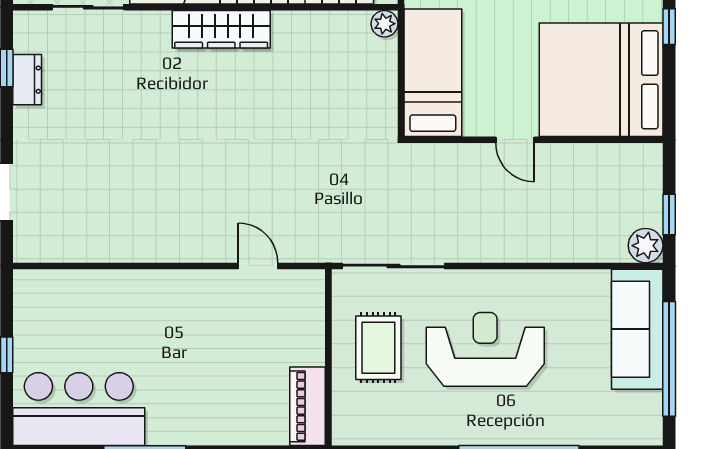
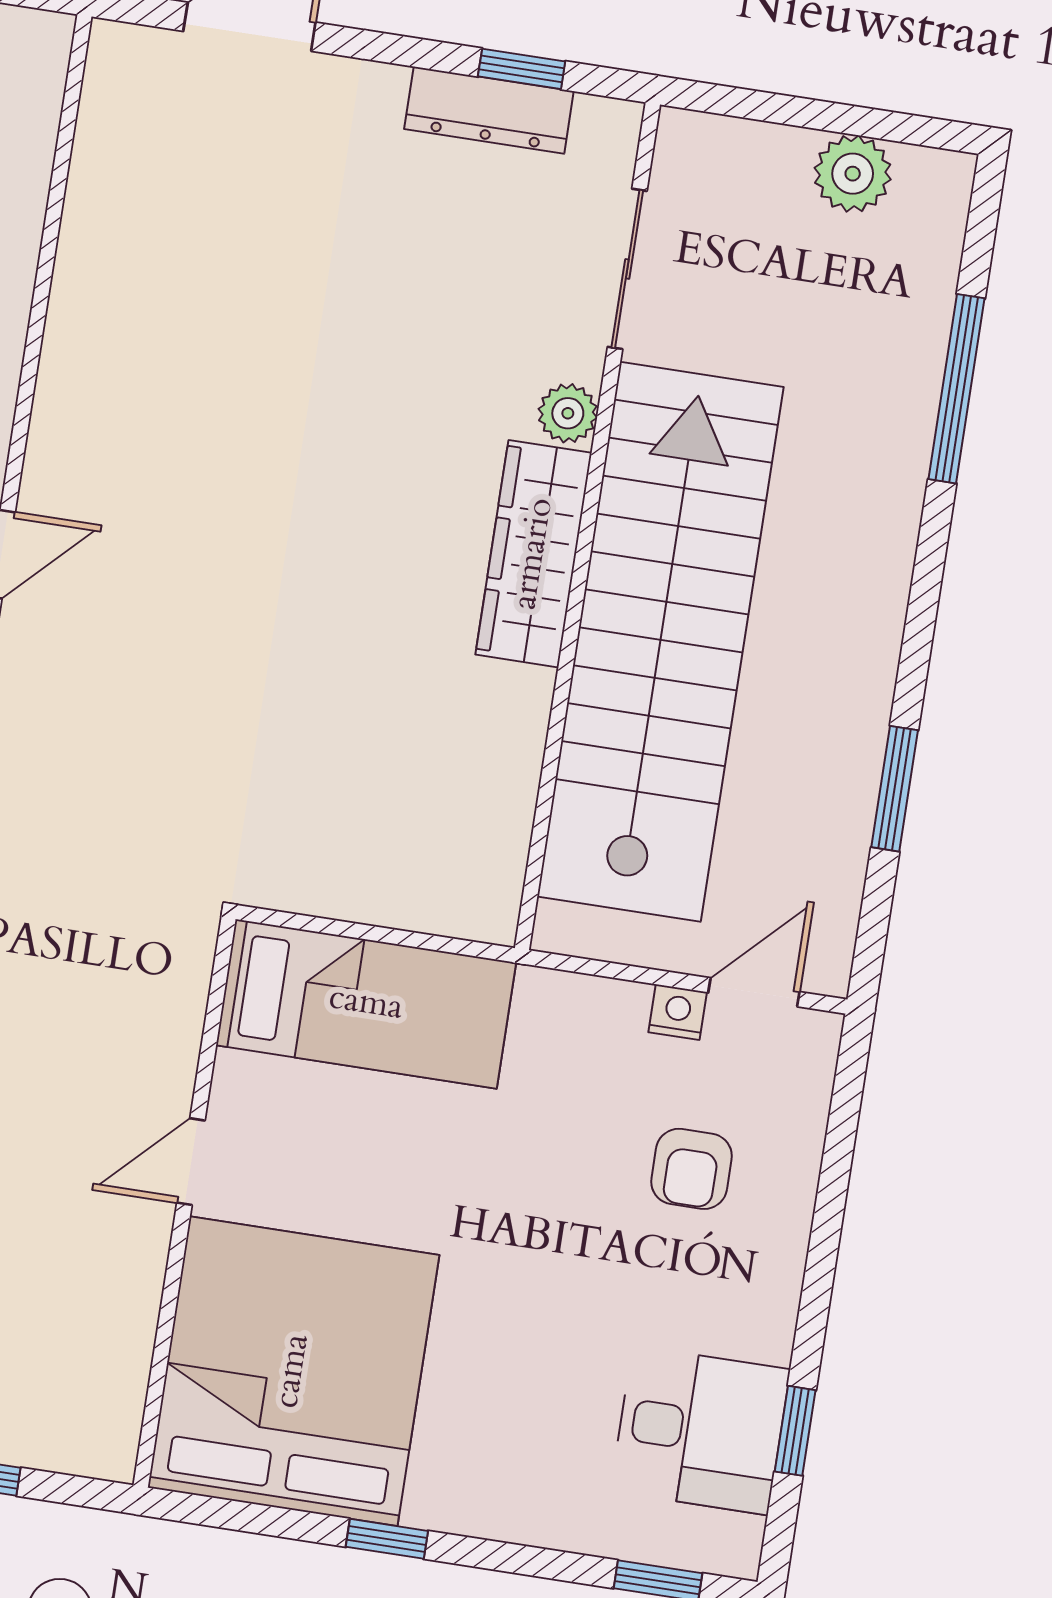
plant: (384, 24) -> (568, 413), moved
dresser: (27, 80) -> (489, 110), width x1.44

